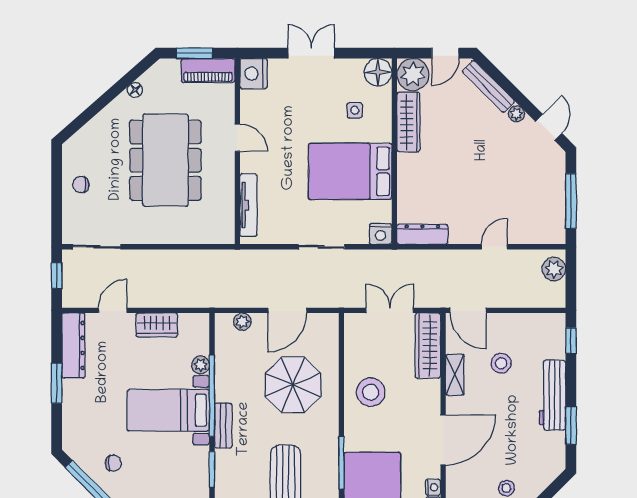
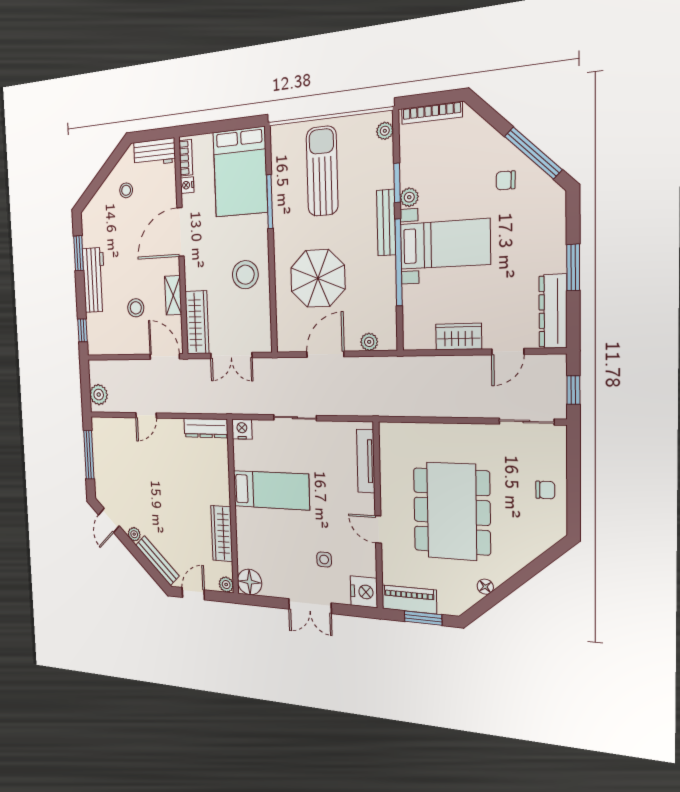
plant: (413, 74) -> (226, 585), width x0.53, depth x0.53
side table: (355, 110) -> (324, 559), moved
bed: (350, 171) -> (271, 490), width x0.67
plant: (201, 365) -> (409, 197), moved
bench: (223, 426) -> (386, 223), width x1.36

